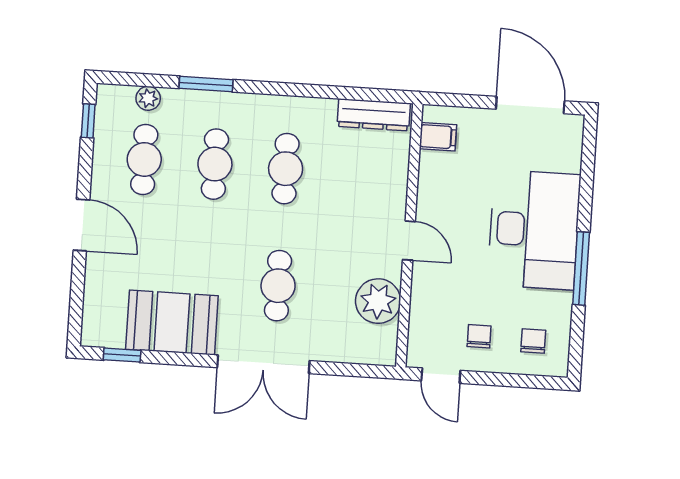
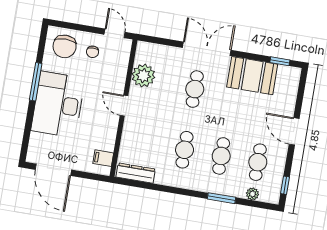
chair: (533, 341) -> (65, 46), width x1.87, depth x1.87

